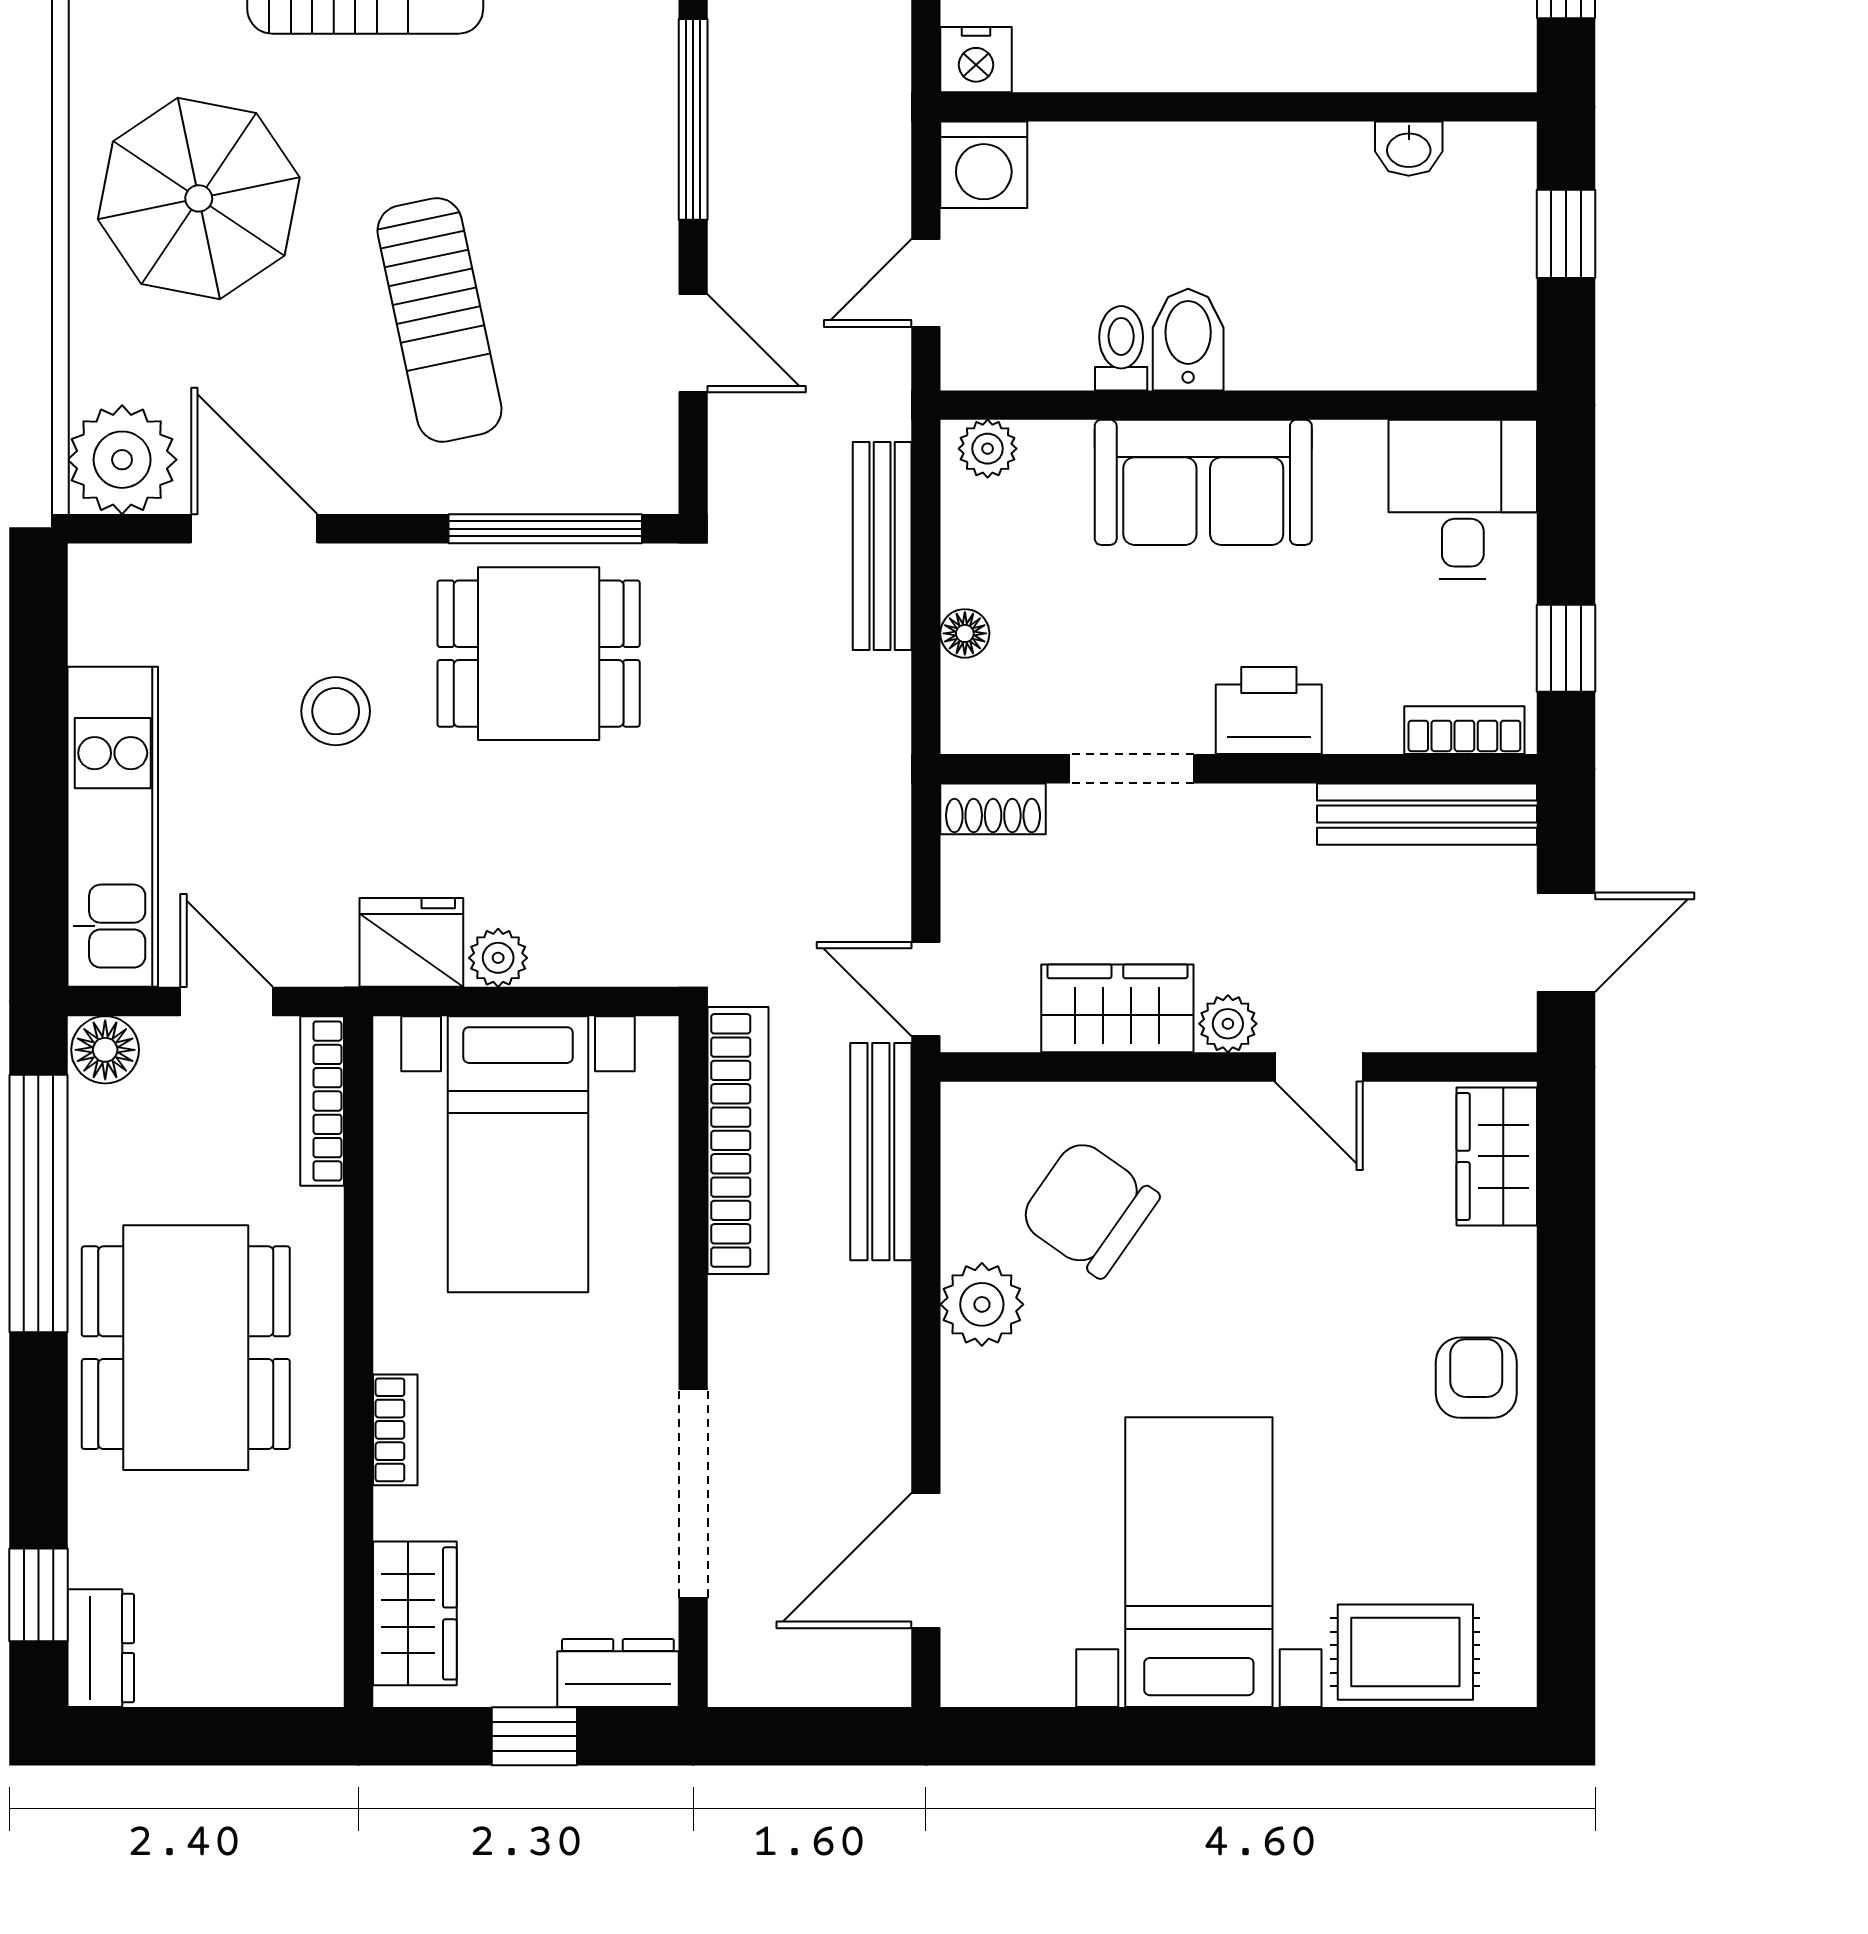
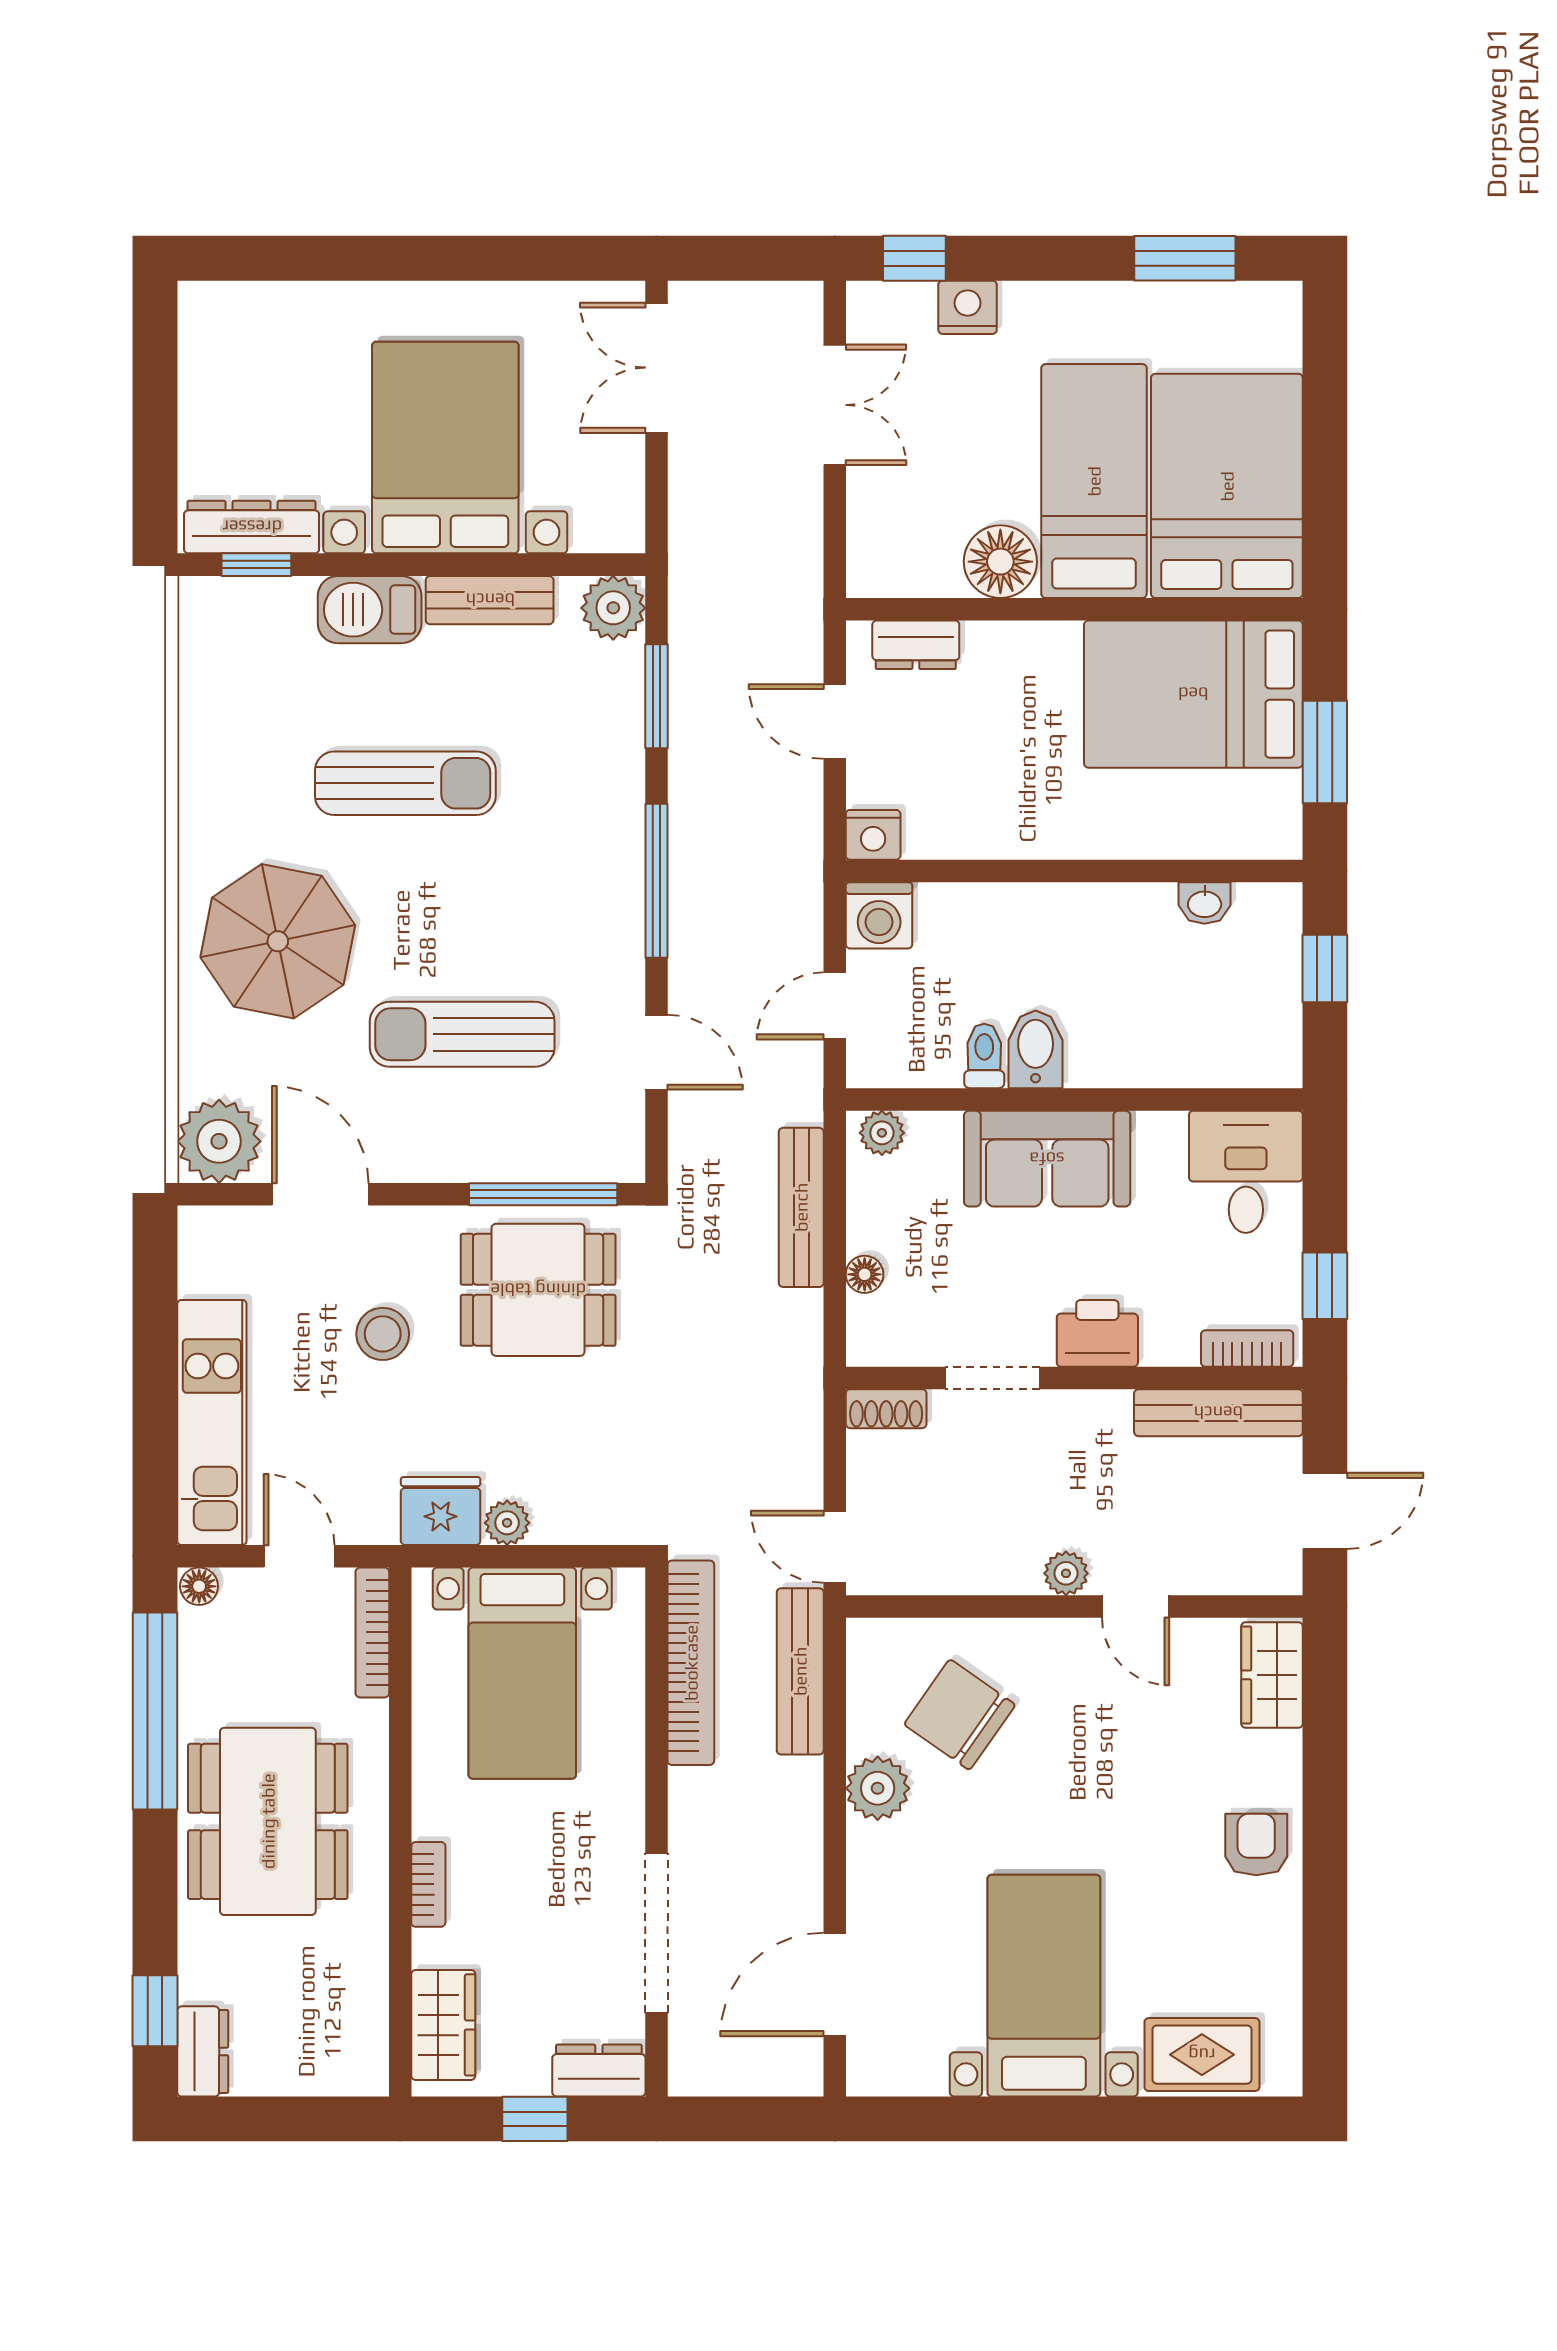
sun lounger: (440, 320) -> (462, 1034), turned 102
wardrobe: (1117, 1008) -> (981, 1562), removed
floor lamp: (105, 1050) -> (199, 1586), width x0.73, depth x0.73

